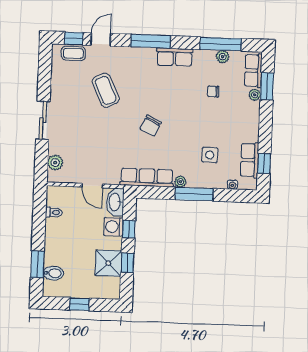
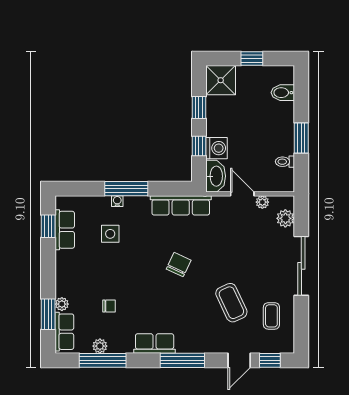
coffee table: (73, 53) -> (271, 316), moved, turned 90
sliding door: (43, 120) -> (301, 266), width x1.37
plant: (180, 182) -> (262, 202), moved
water cooler: (232, 185) -> (117, 201), moved
shower: (108, 263) -> (221, 80), moved
window: (37, 264) -> (301, 138), moved

